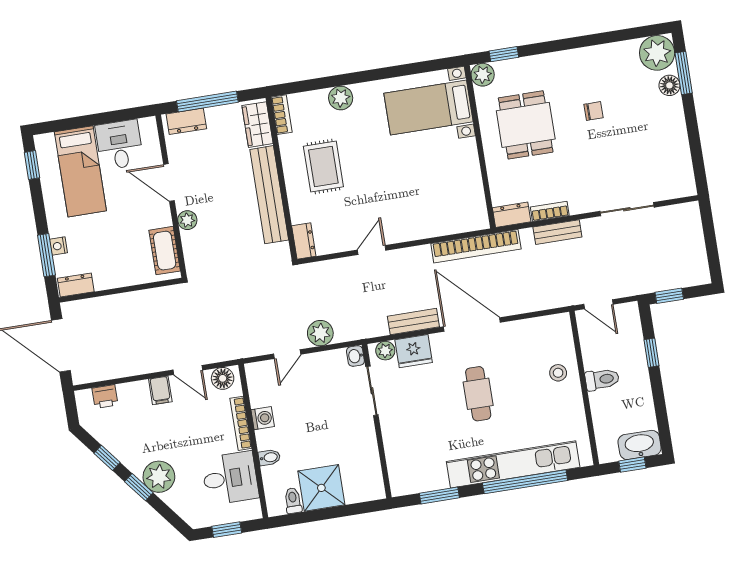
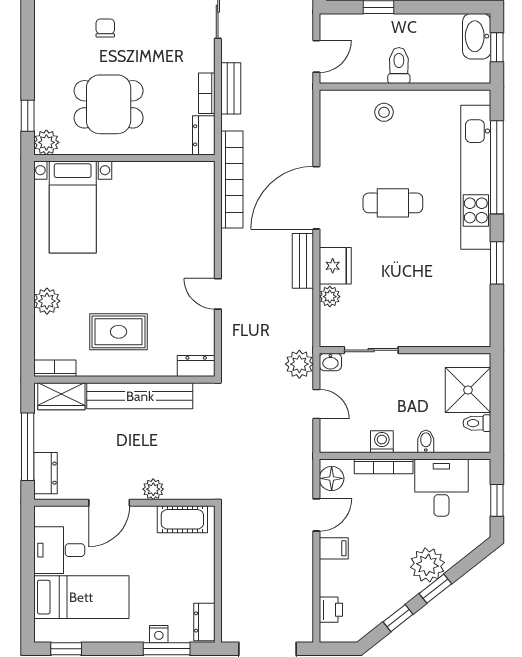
washbasin: (355, 356) -> (330, 362), moved
sliding door: (372, 391) -> (371, 350), moved
wall: (377, 421) -> (405, 350), moved

